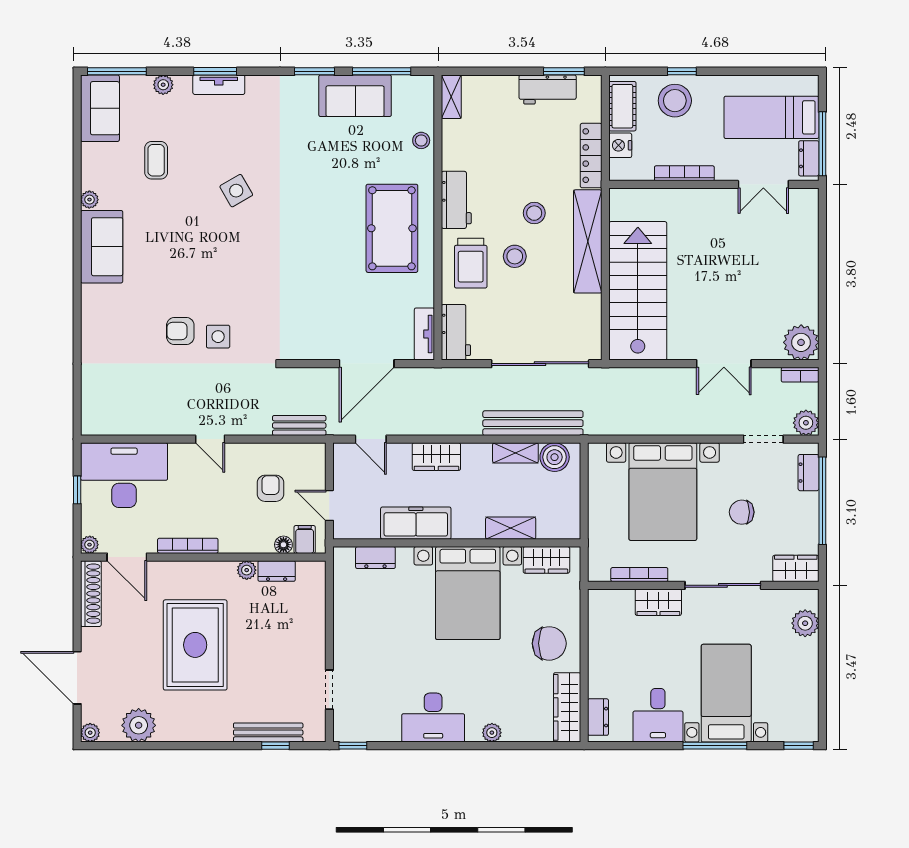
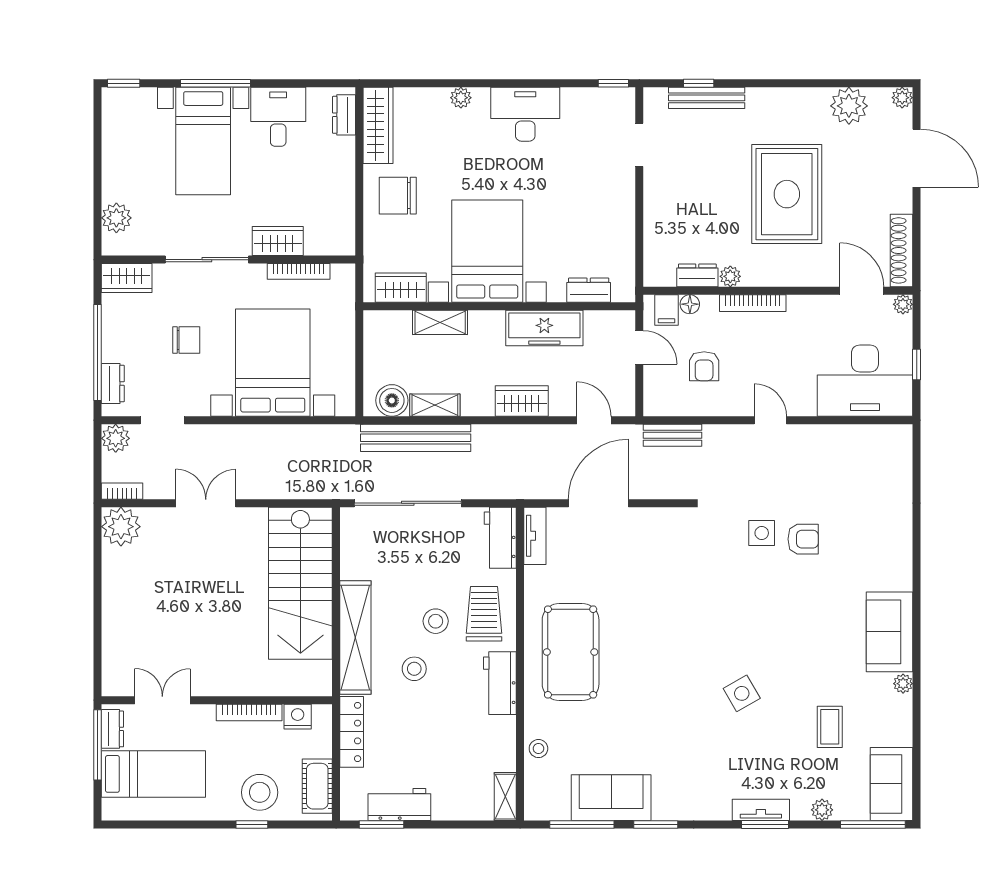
nightstand: (620, 145) -> (298, 717), moved, turned -90
bookcase: (188, 546) -> (753, 303), moved

